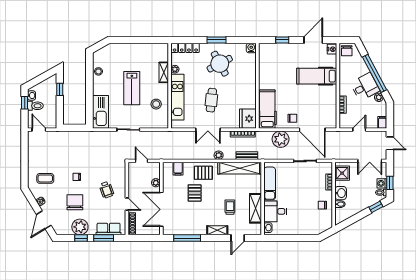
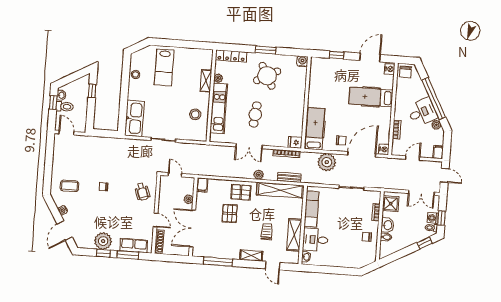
lab bench: (132, 88) -> (164, 68), moved
fridge: (248, 119) -> (295, 142), width x0.53, depth x0.75
nightstand: (332, 123) -> (384, 149), added
door: (312, 130) -> (362, 154), swing flipped
filing cabinet: (178, 169) -> (202, 185), moved
wheelchair: (107, 190) -> (142, 192), moved
chair: (75, 202) -> (100, 214), removed
door: (238, 238) -> (273, 266), hinge flipped

